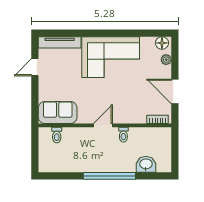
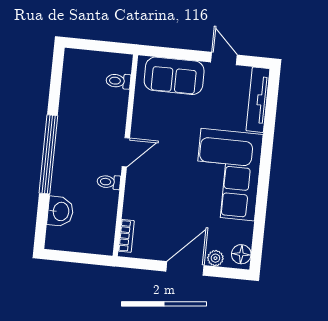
door: (175, 91) -> (185, 268), moved
sofa: (58, 113) -> (174, 76), moved, turned 90
door: (103, 125) -> (126, 152), hinge flipped

